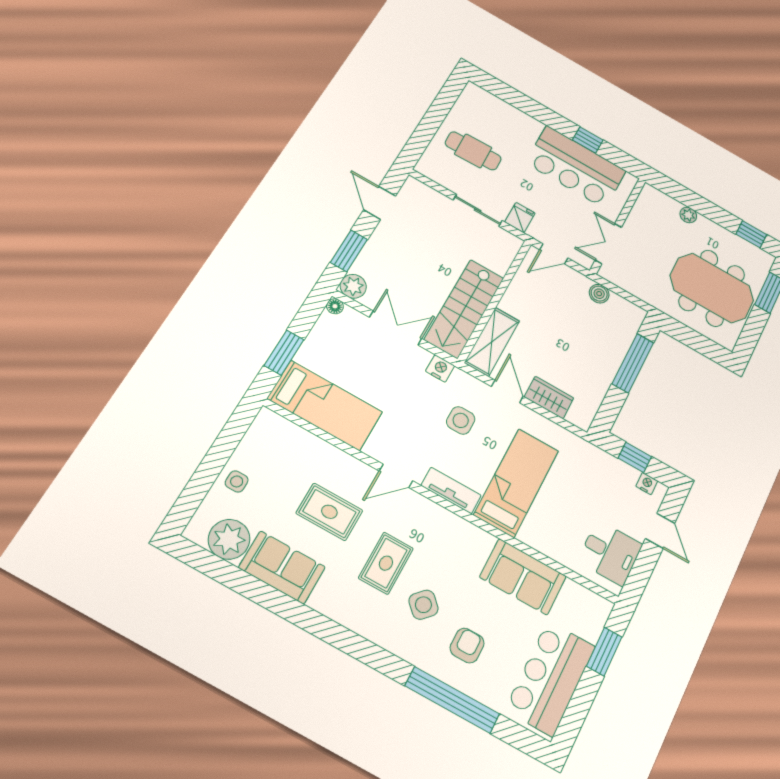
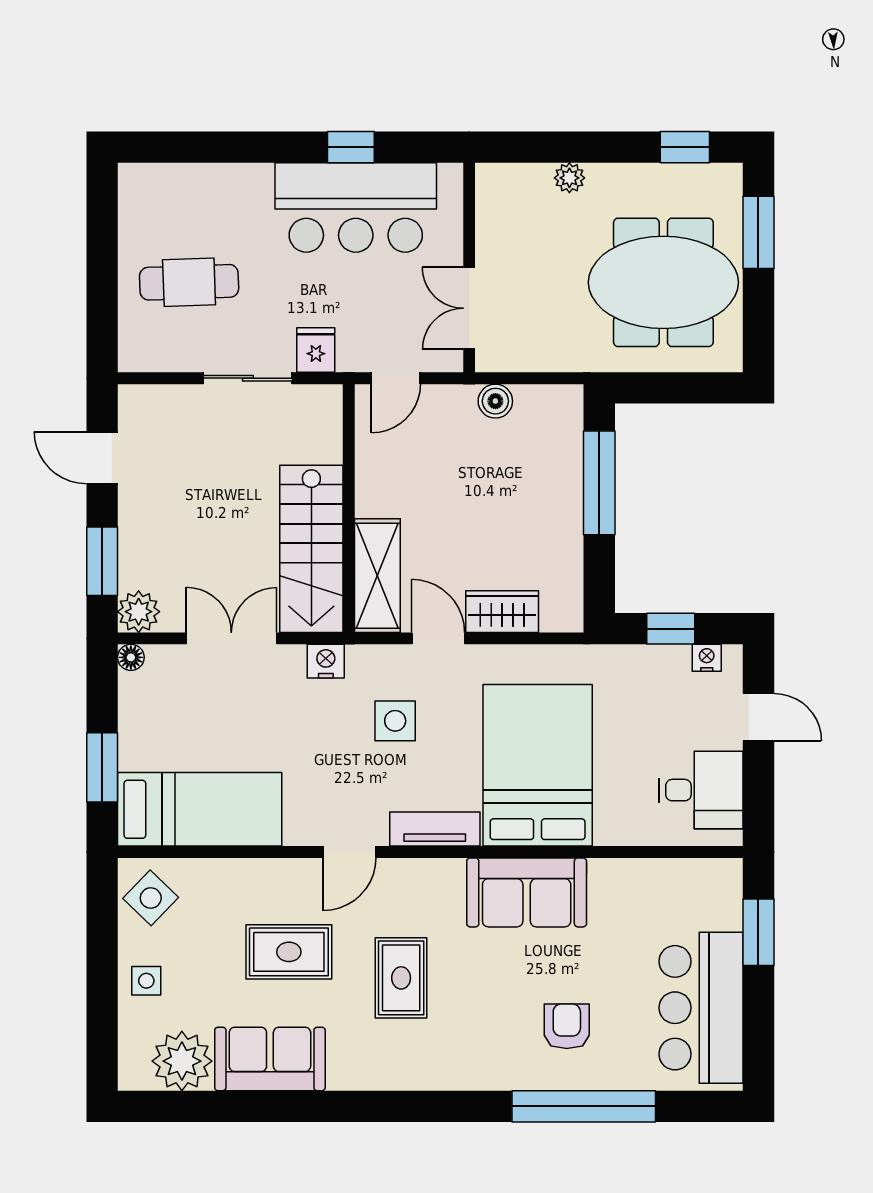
bed: (516, 483) -> (538, 765), width x1.50
sofa: (523, 577) -> (527, 892), moved
side table: (423, 605) -> (151, 898), moved

